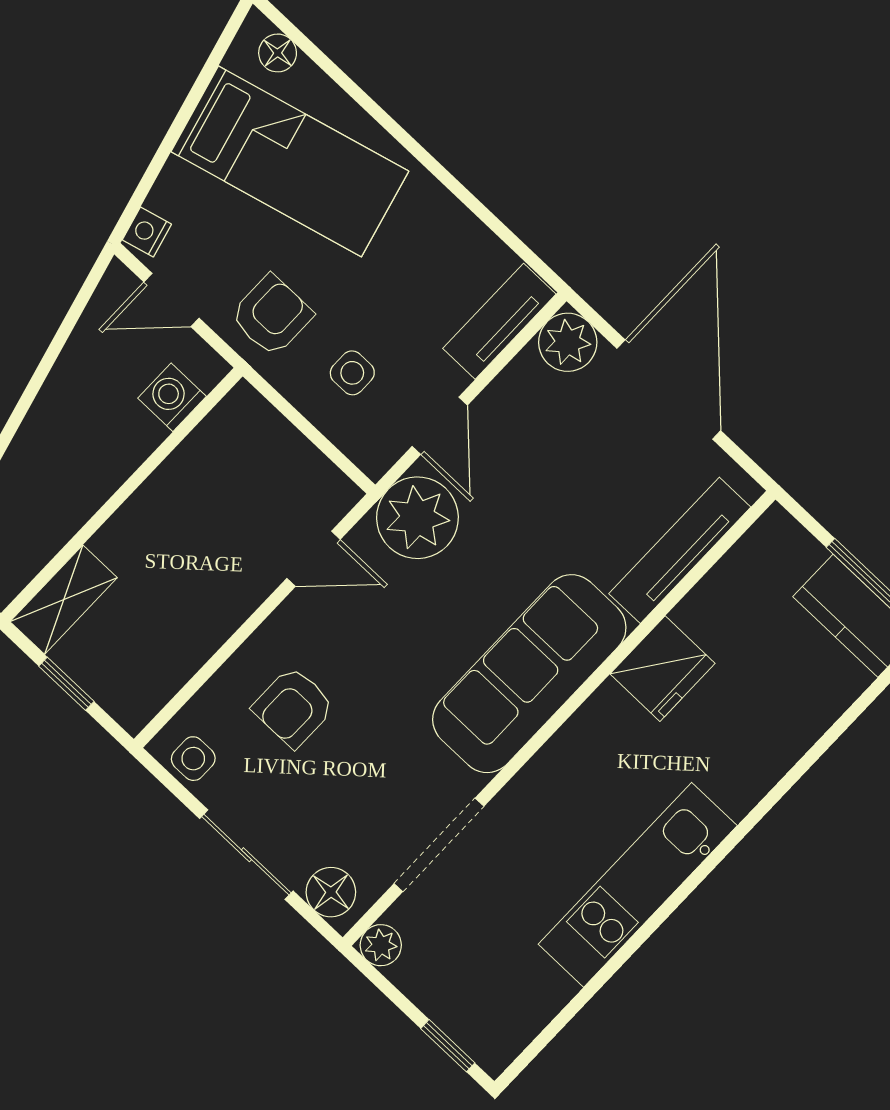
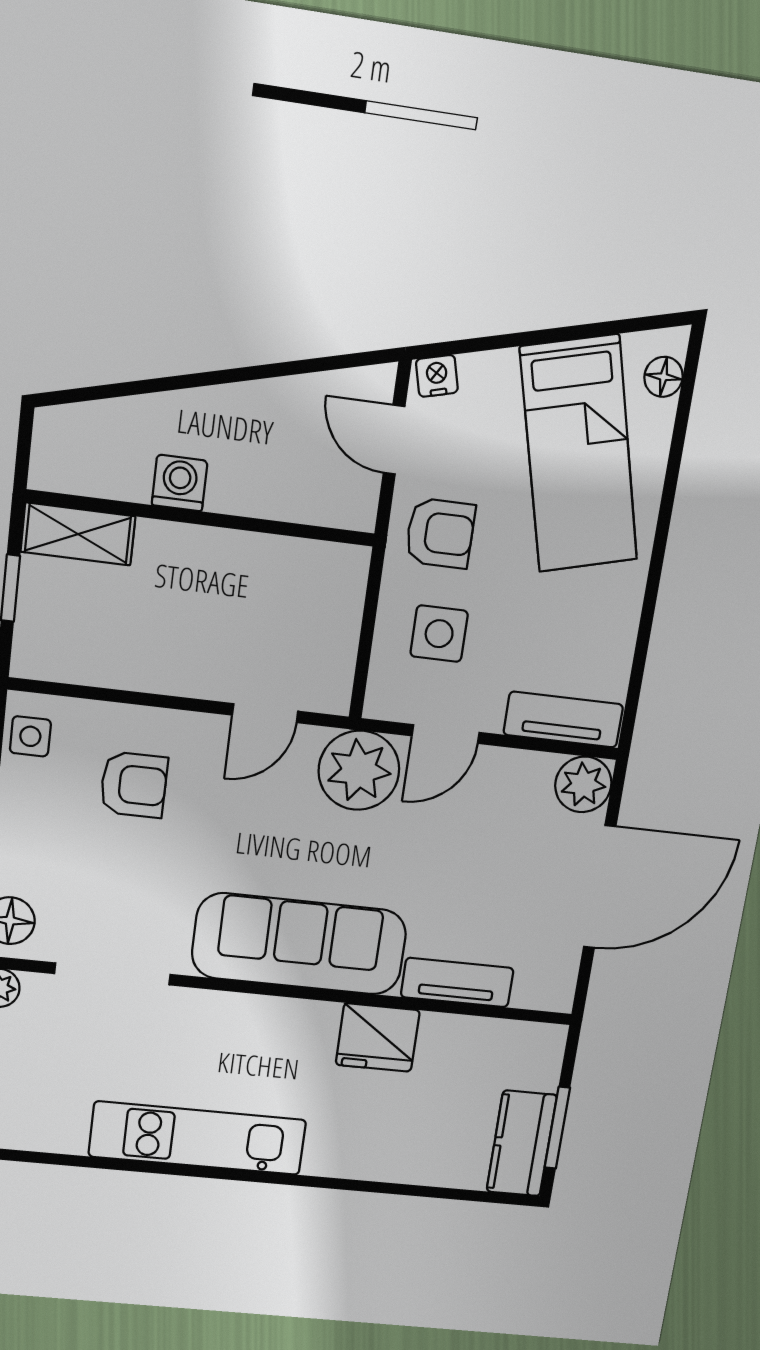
side table: (352, 373) -> (439, 634), width x1.37, depth x1.37
washing machine: (172, 397) -> (180, 483), moved
tv unit: (680, 550) -> (457, 983), width x0.71
door: (313, 559) -> (265, 713), hinge flipped
armchair: (293, 707) -> (134, 785), turned 180

